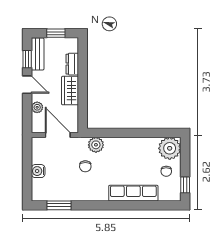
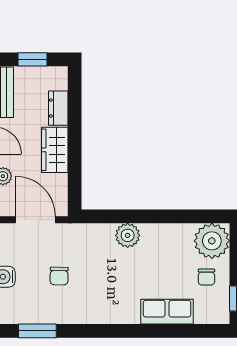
plant: (96, 145) -> (128, 235), moved
chair: (85, 166) -> (59, 276), moved
row of seats: (133, 193) -> (167, 312), width x0.68

